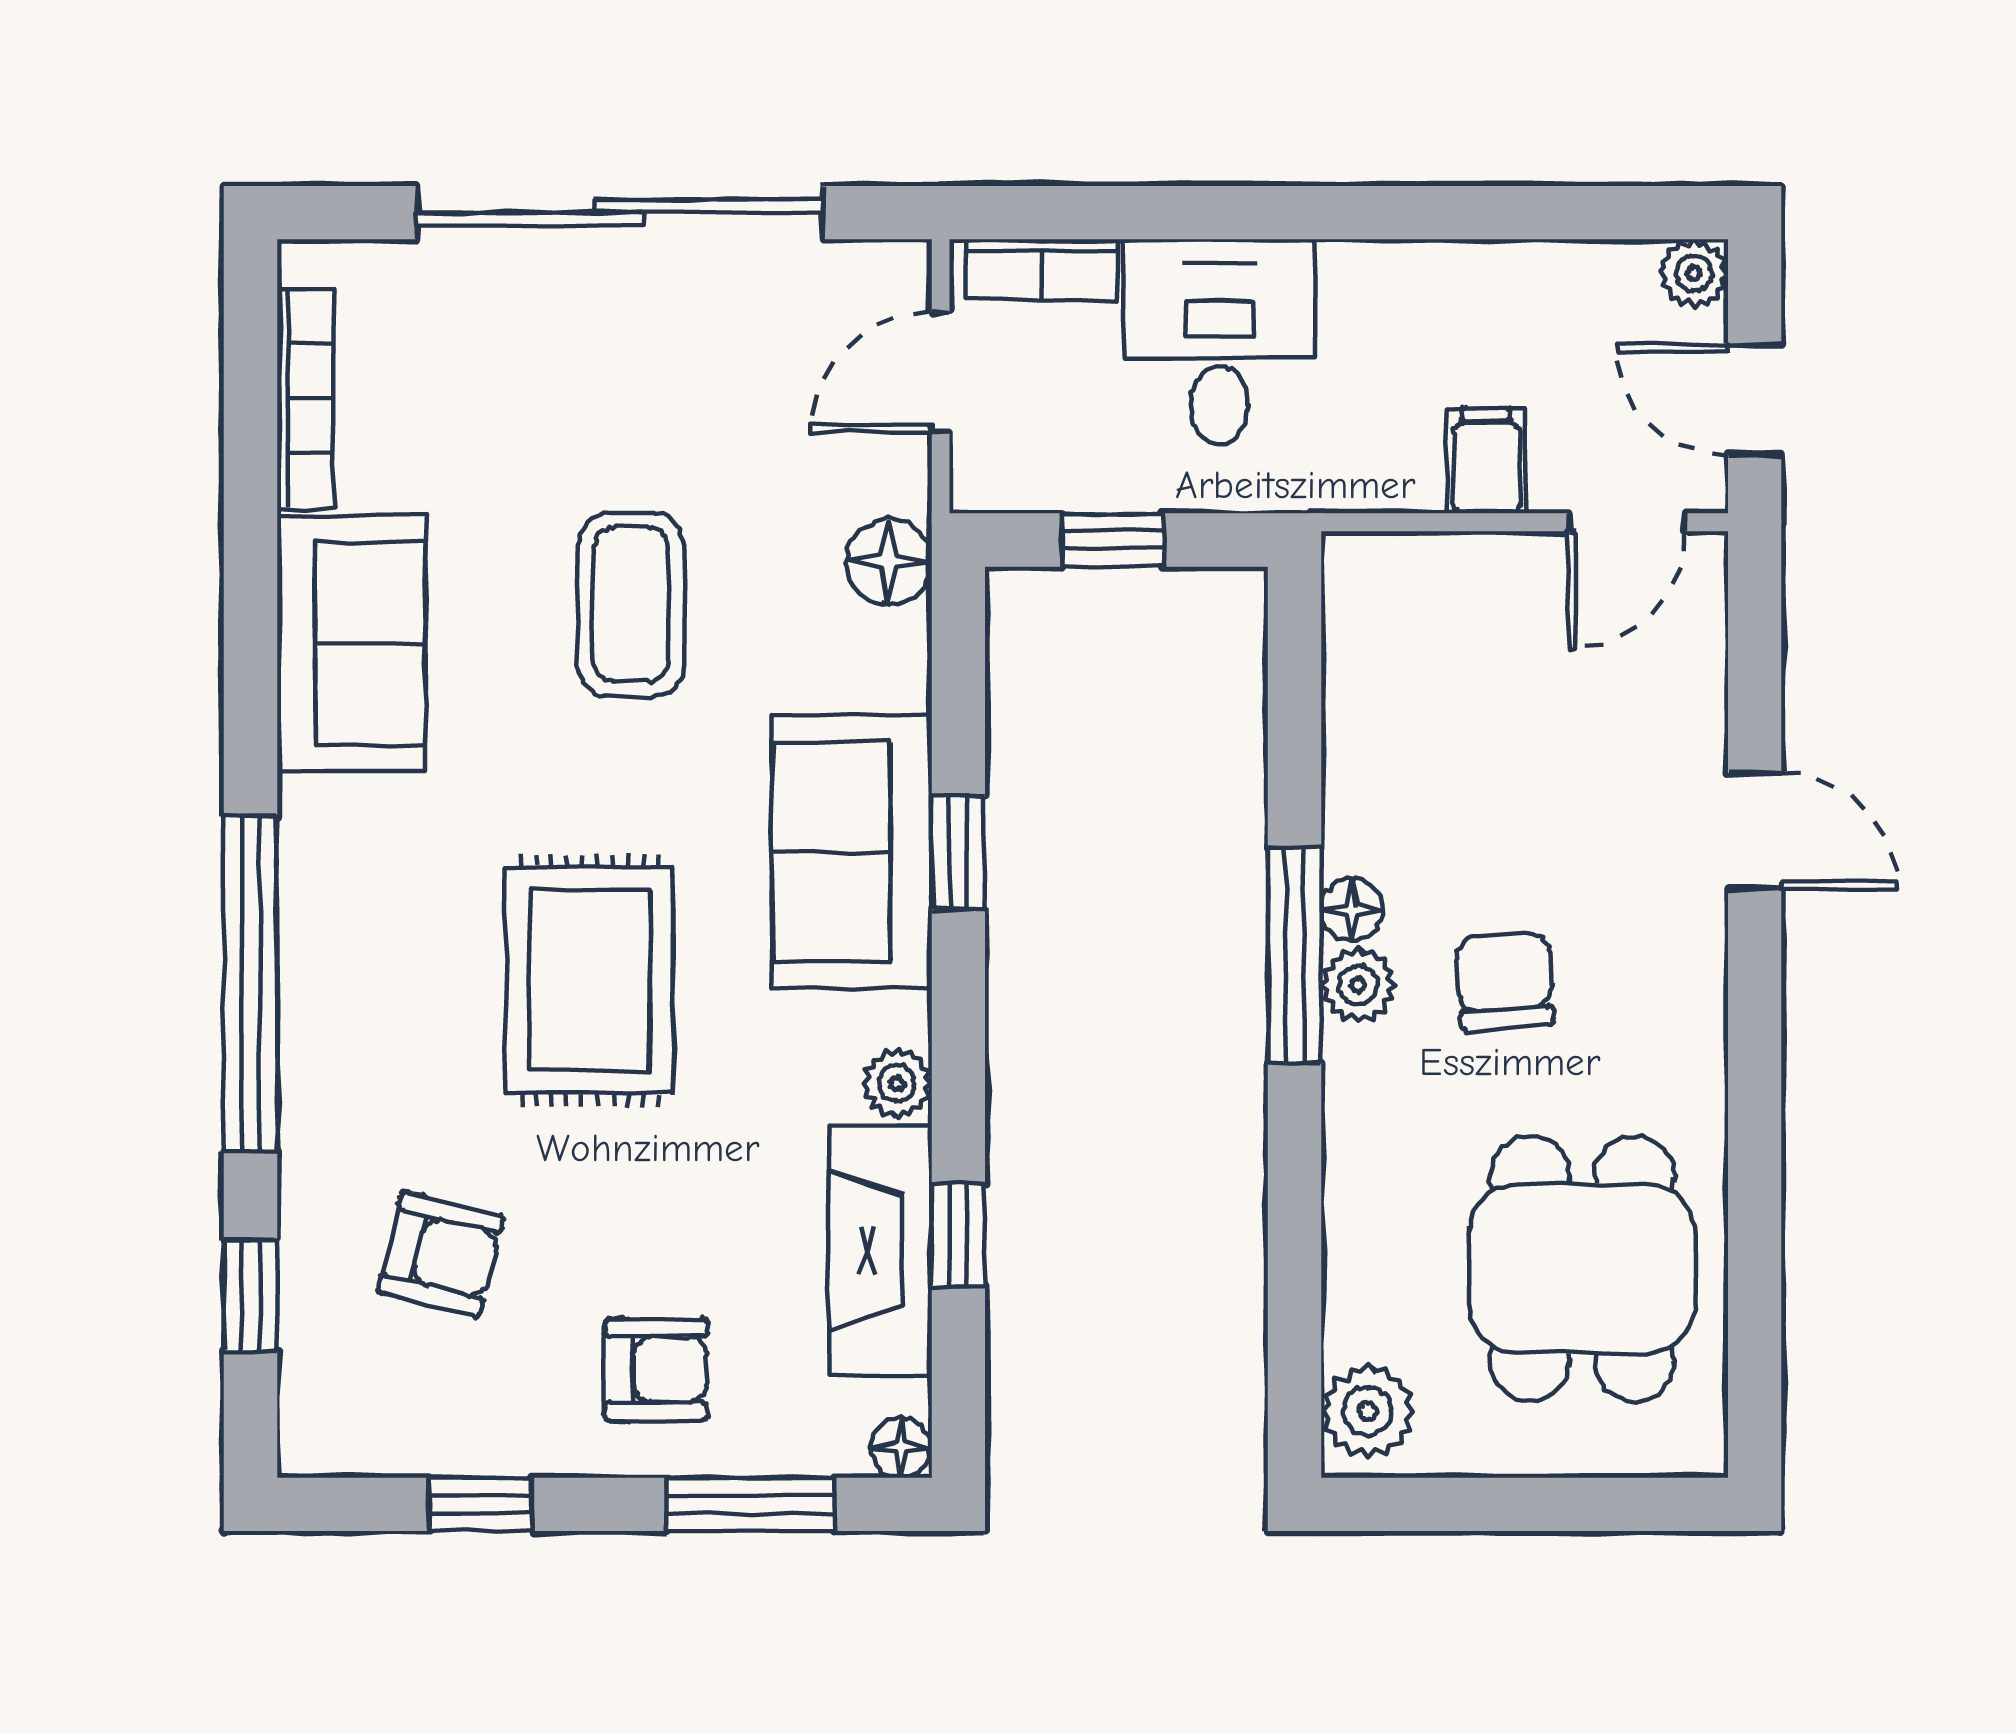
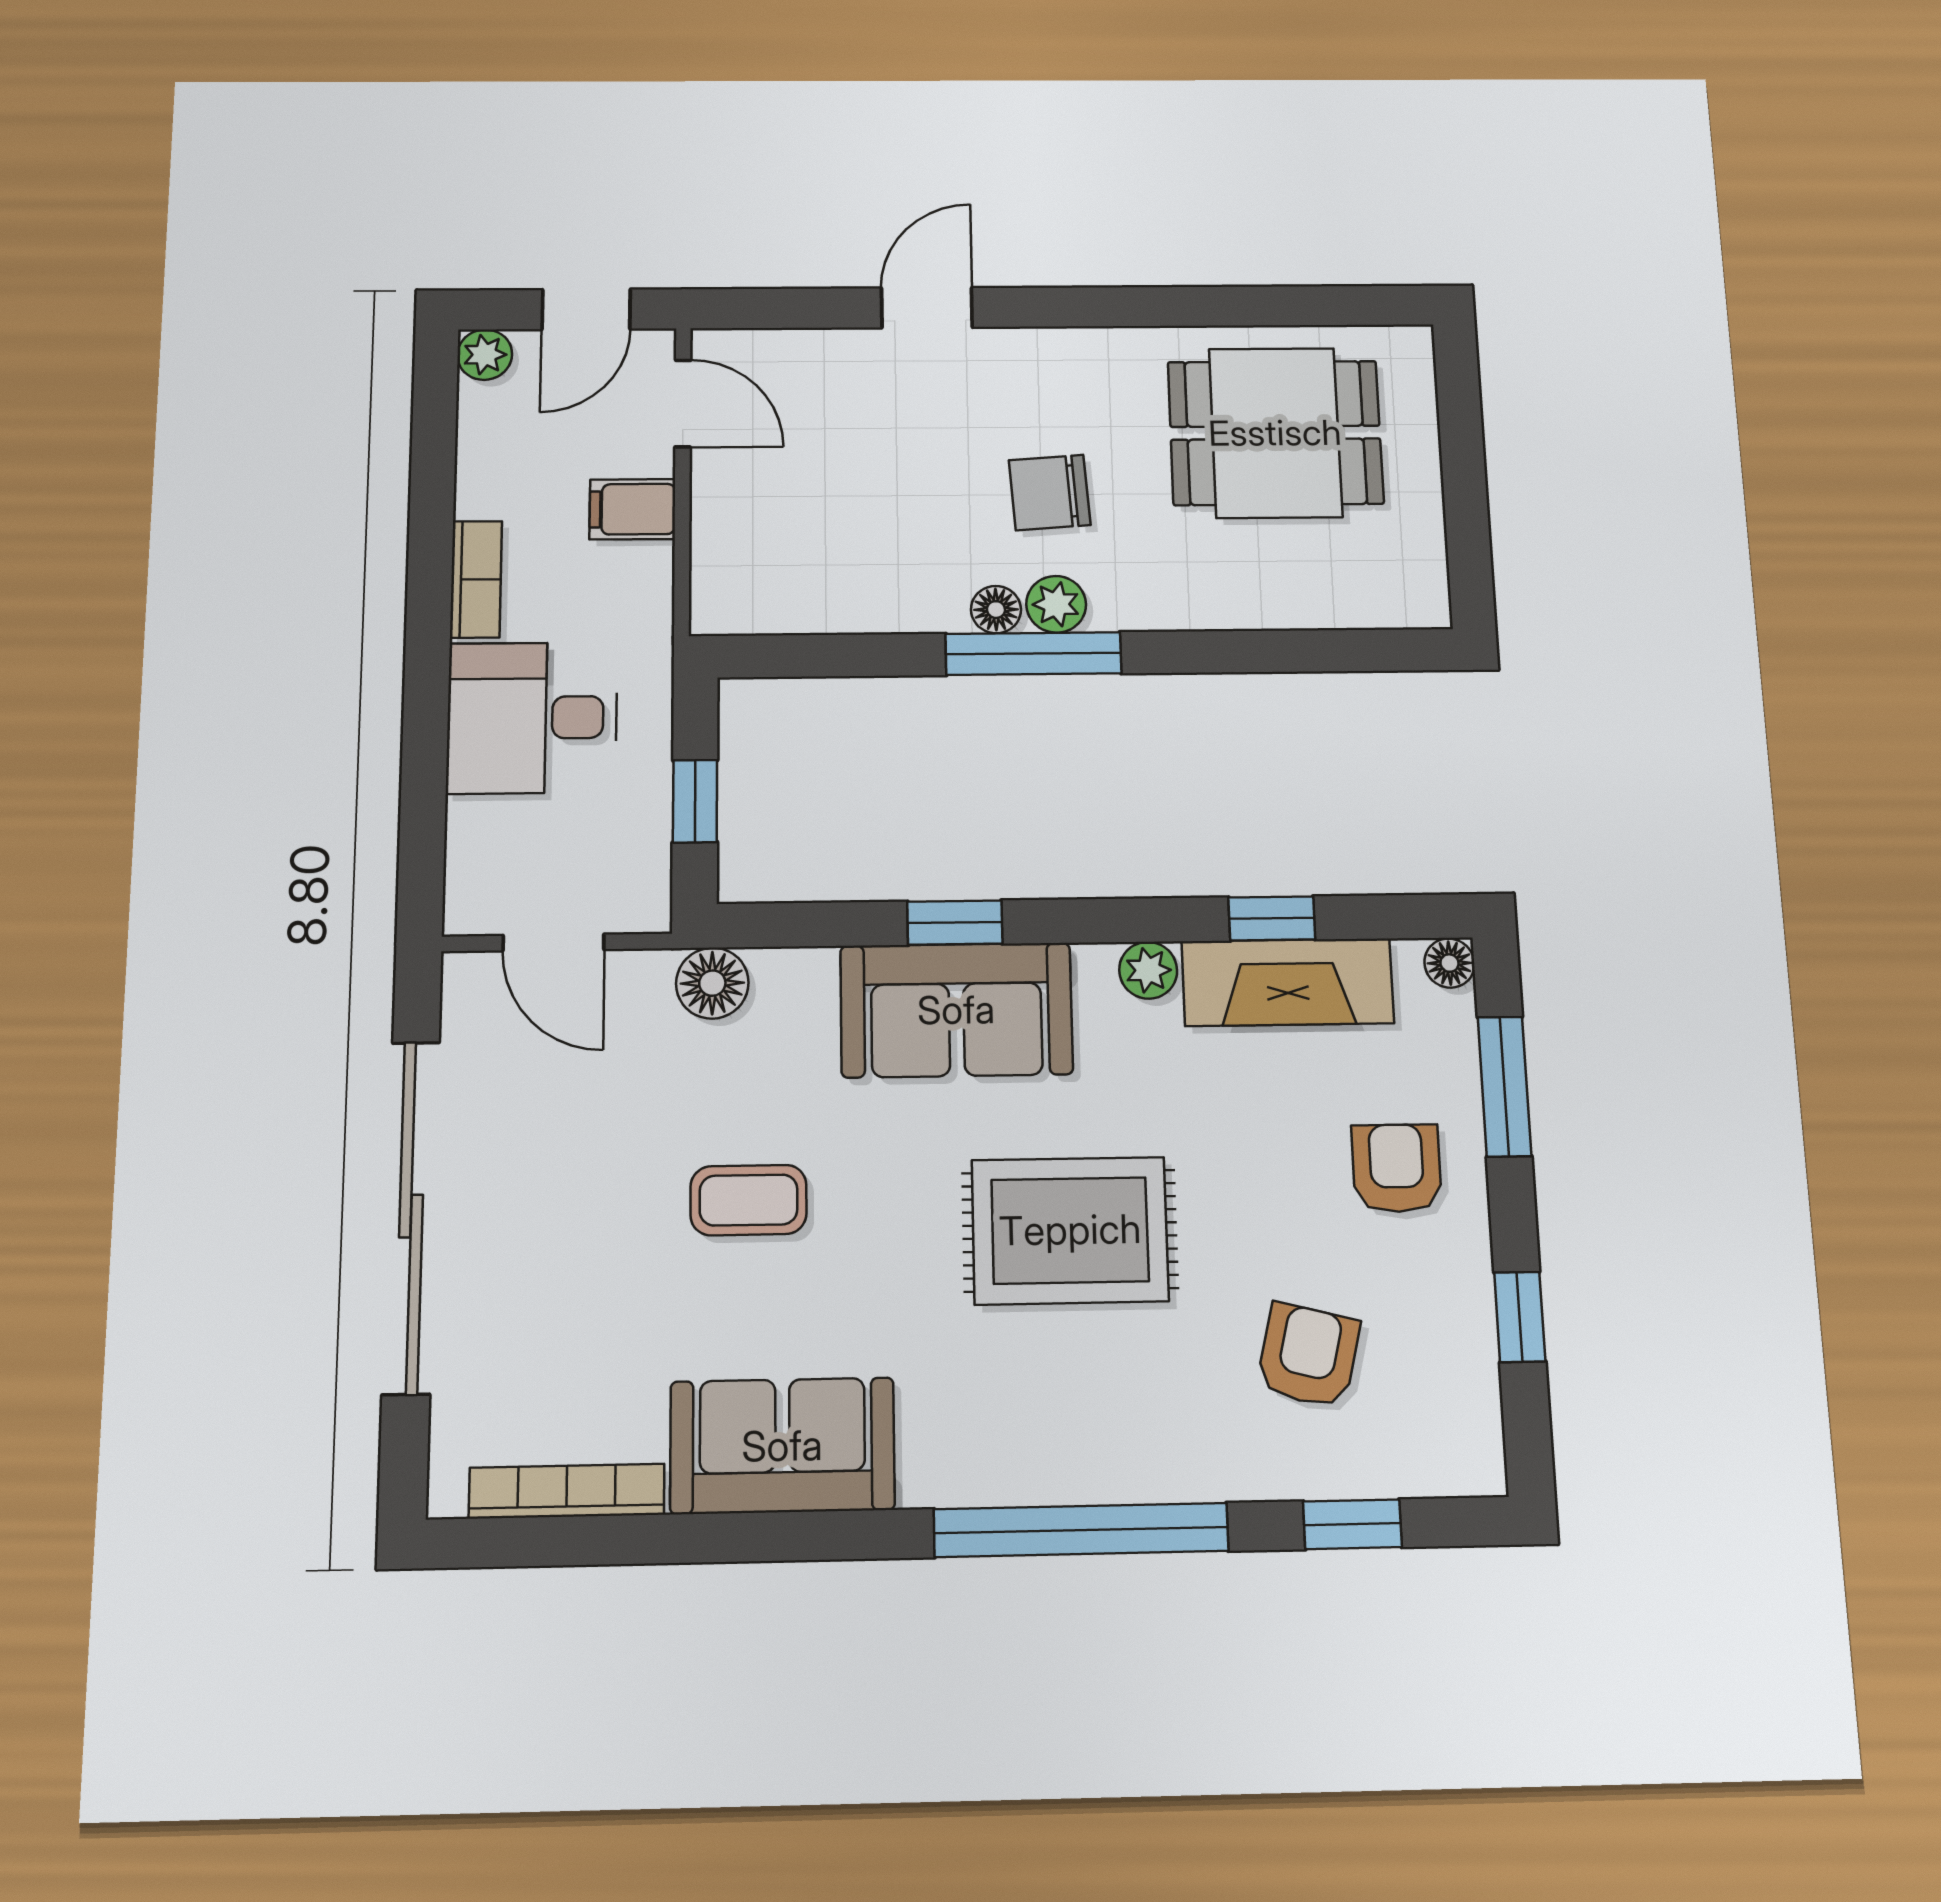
bookcase: (1042, 269) -> (476, 579), moved
coffee table: (631, 605) -> (748, 1200), width x0.73, depth x0.77
plant: (1368, 1411) -> (1397, 594), removed

